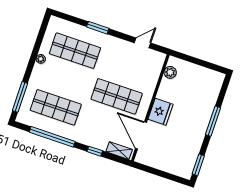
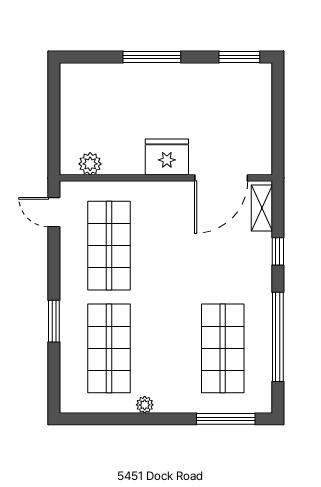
door: (143, 43) -> (54, 212), moved
shop shelf: (117, 96) -> (109, 246), moved

